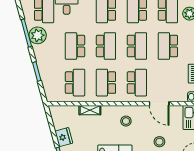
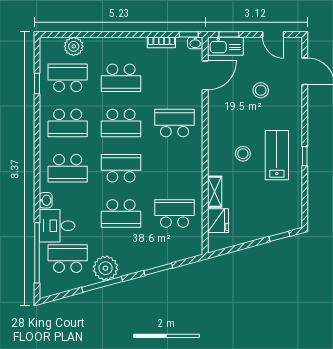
school desk: (137, 46) -> (121, 123), turned 180
school desk: (106, 83) -> (174, 168), removed
door: (159, 104) -> (205, 75), moved
stool: (126, 121) -> (243, 154), moved
fridge: (64, 137) -> (218, 221), moved, turned 105

